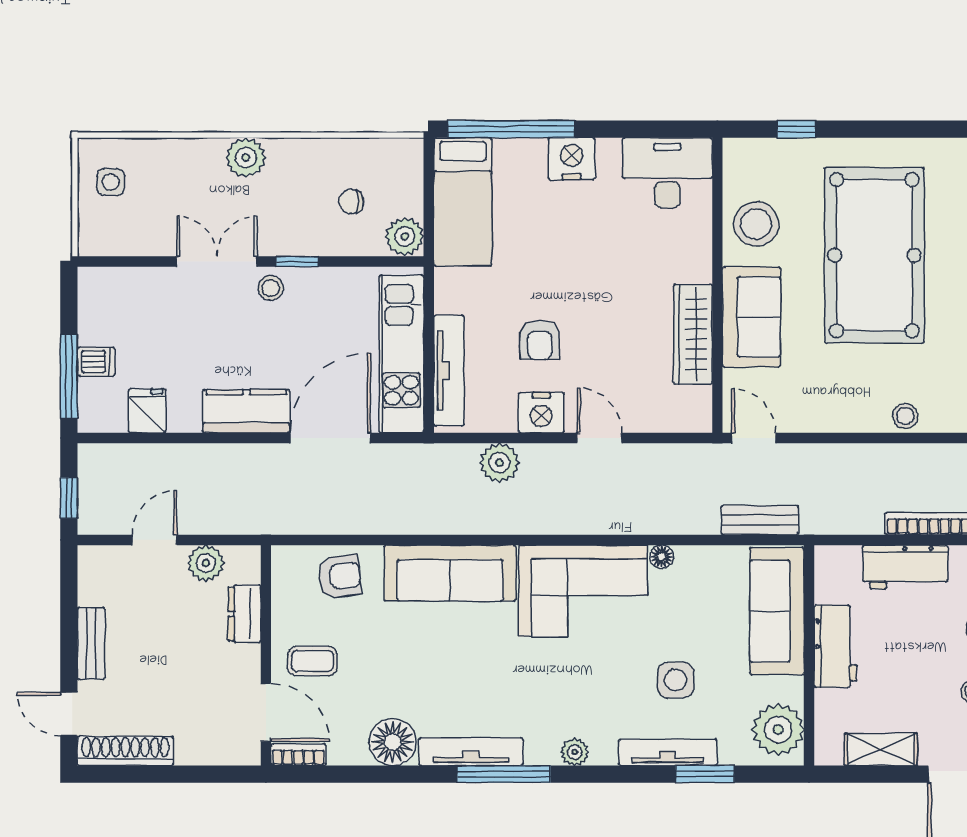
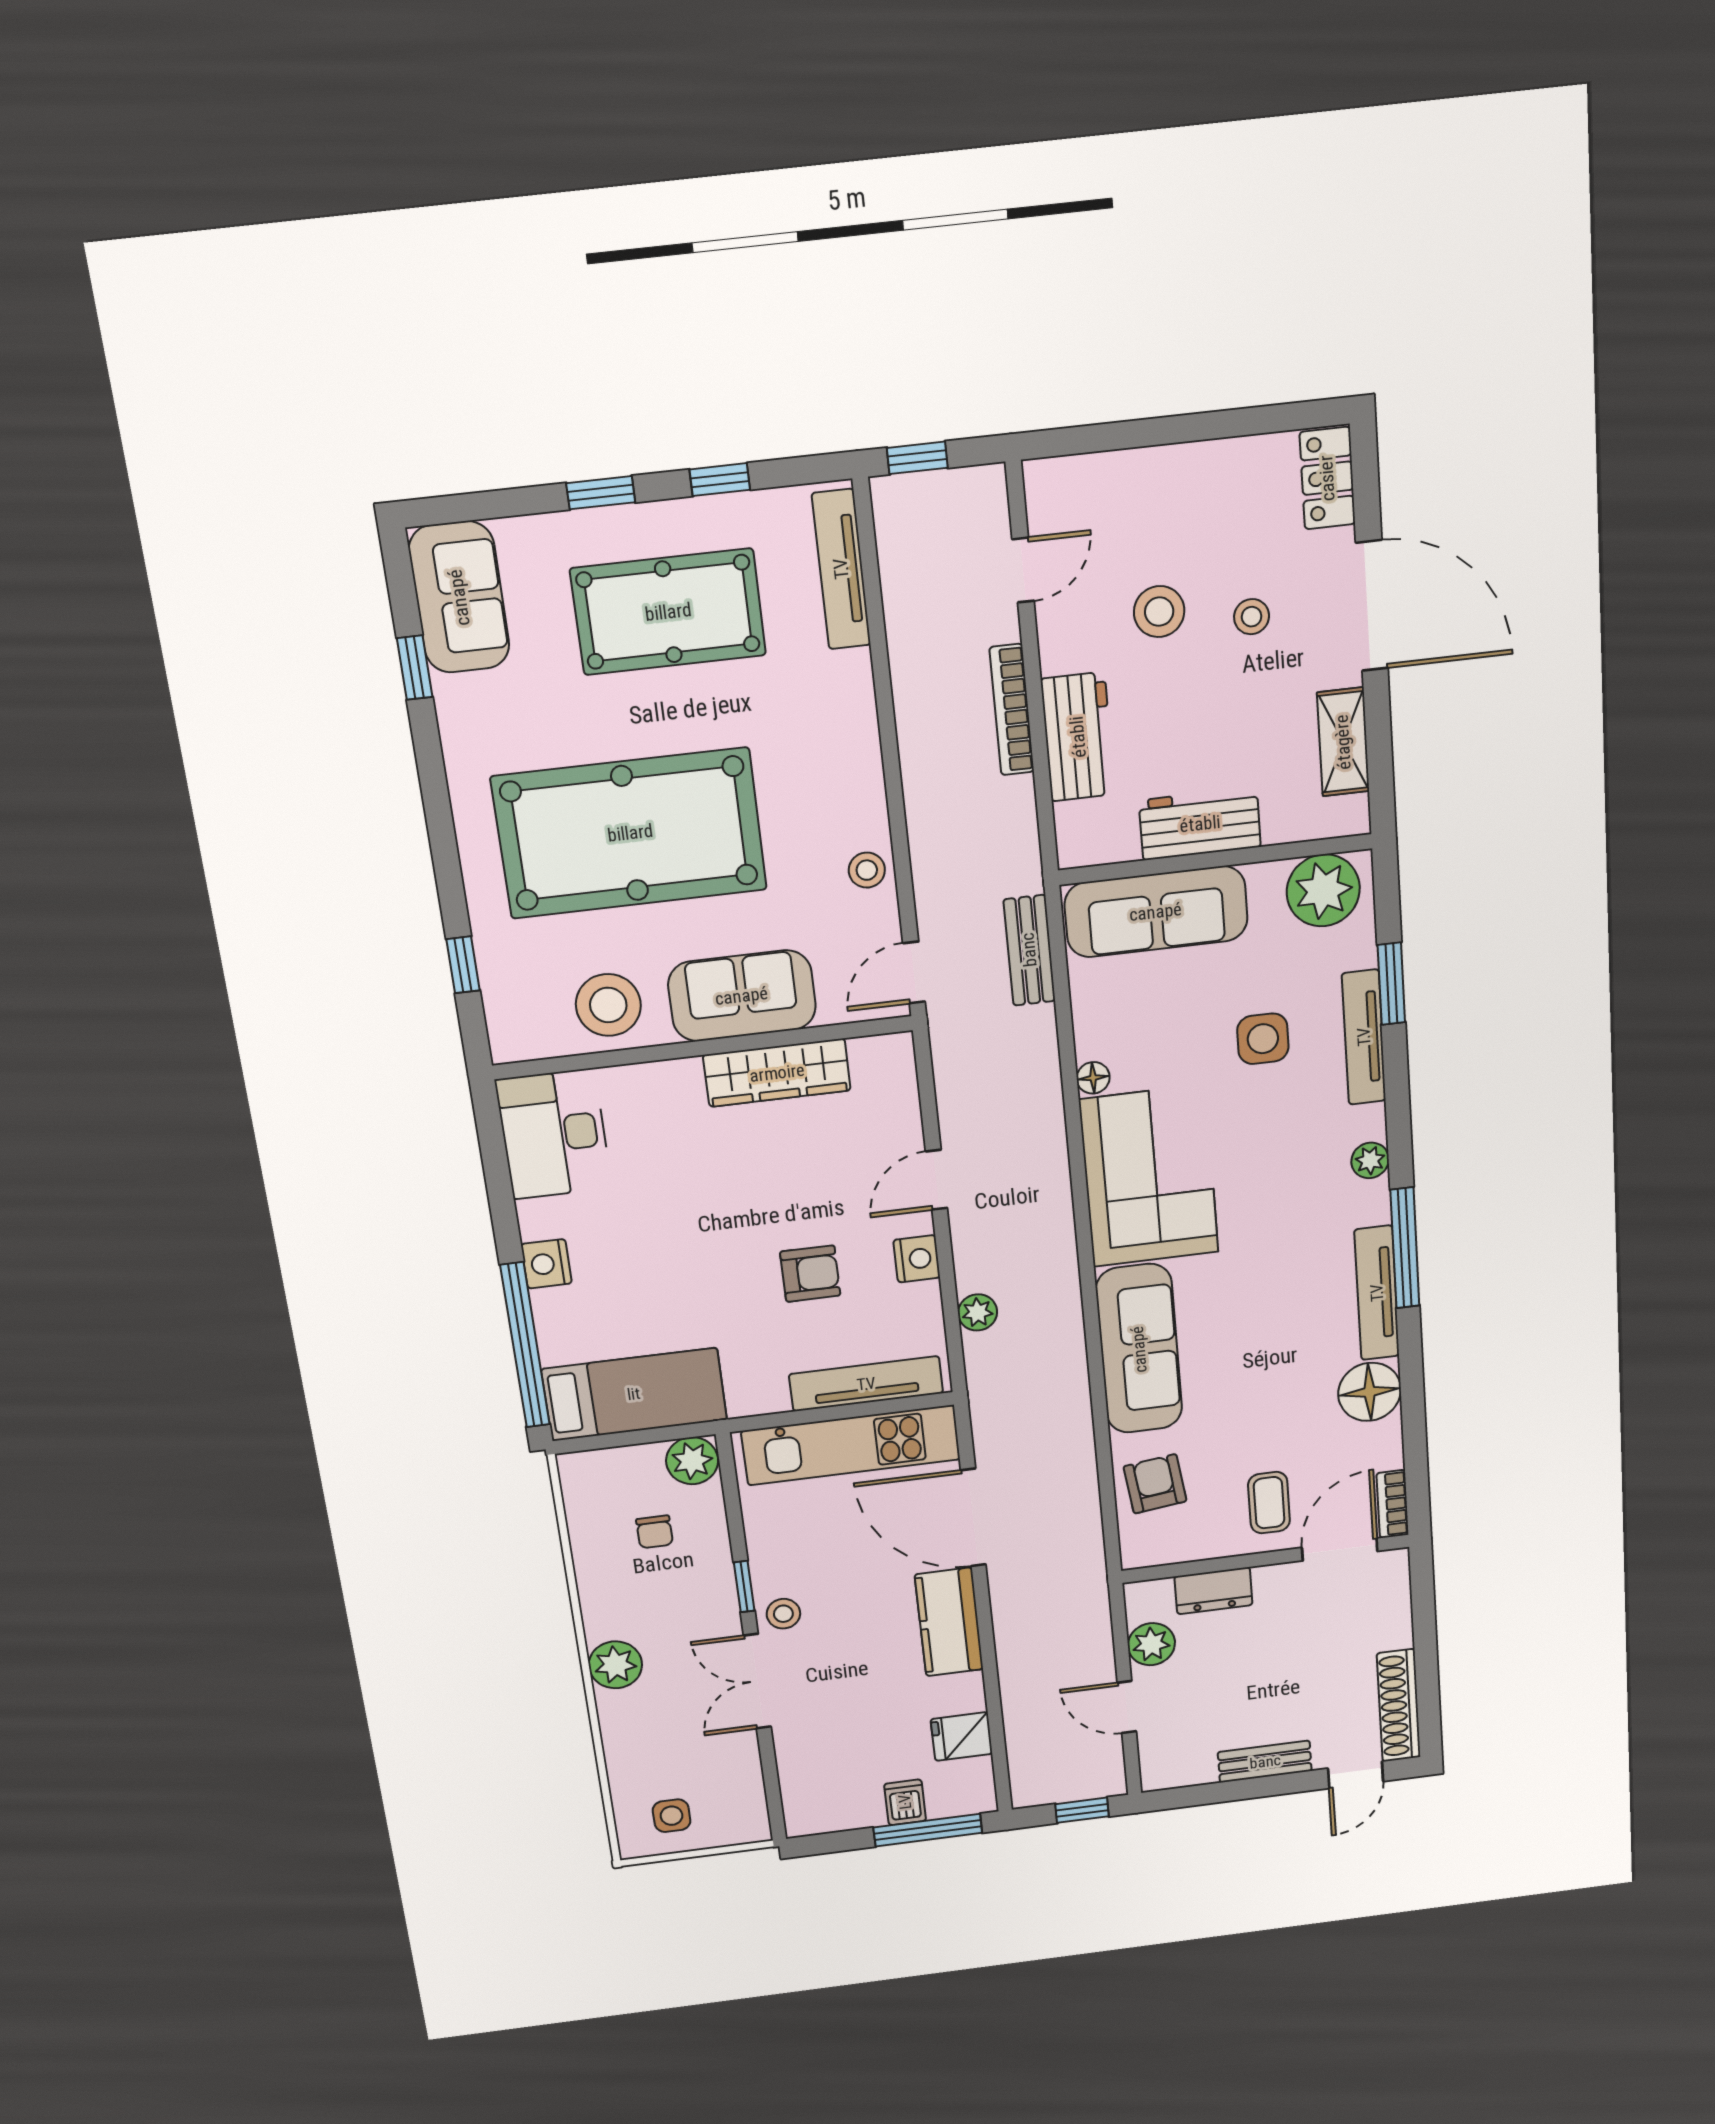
nightstand: (572, 159) -> (546, 1264), width x0.74, depth x0.75
nightstand: (541, 413) -> (917, 1259), width x0.74, depth x0.75
stool: (905, 416) -> (867, 870), moved
plant: (499, 463) -> (978, 1312), width x0.73, depth x0.73

